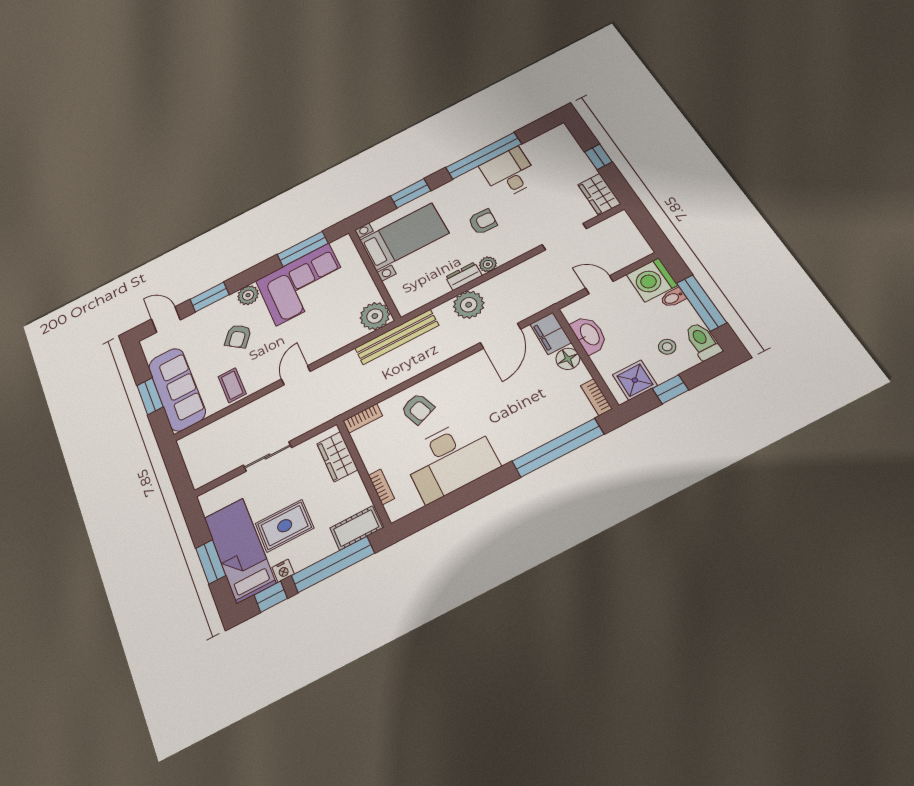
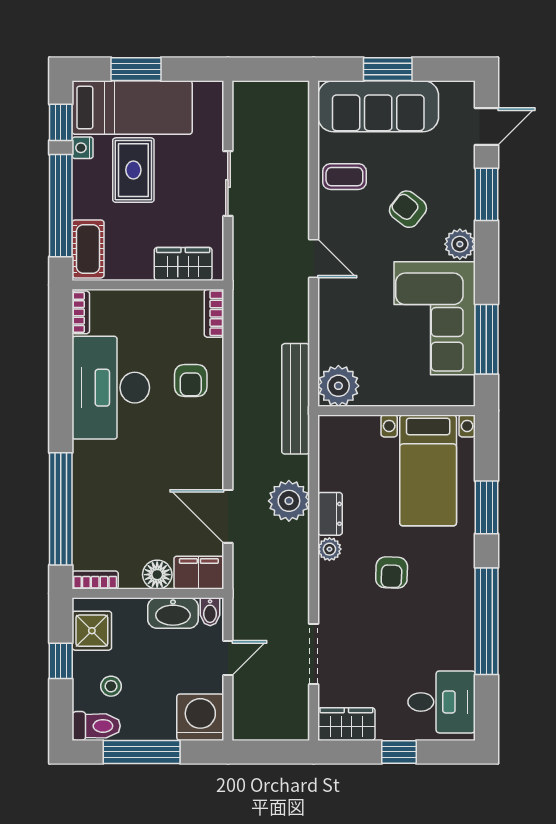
desk: (509, 173) -> (442, 702), moved
bidet: (673, 298) -> (210, 612), moved, turned 180
armchair: (418, 409) -> (191, 381), turned -69
bookcase: (381, 487) -> (81, 312), moved, turned -90

